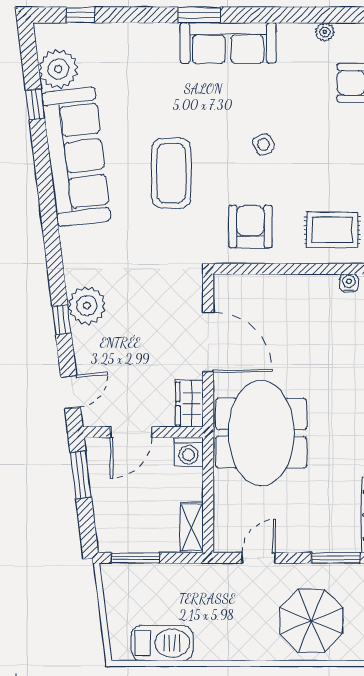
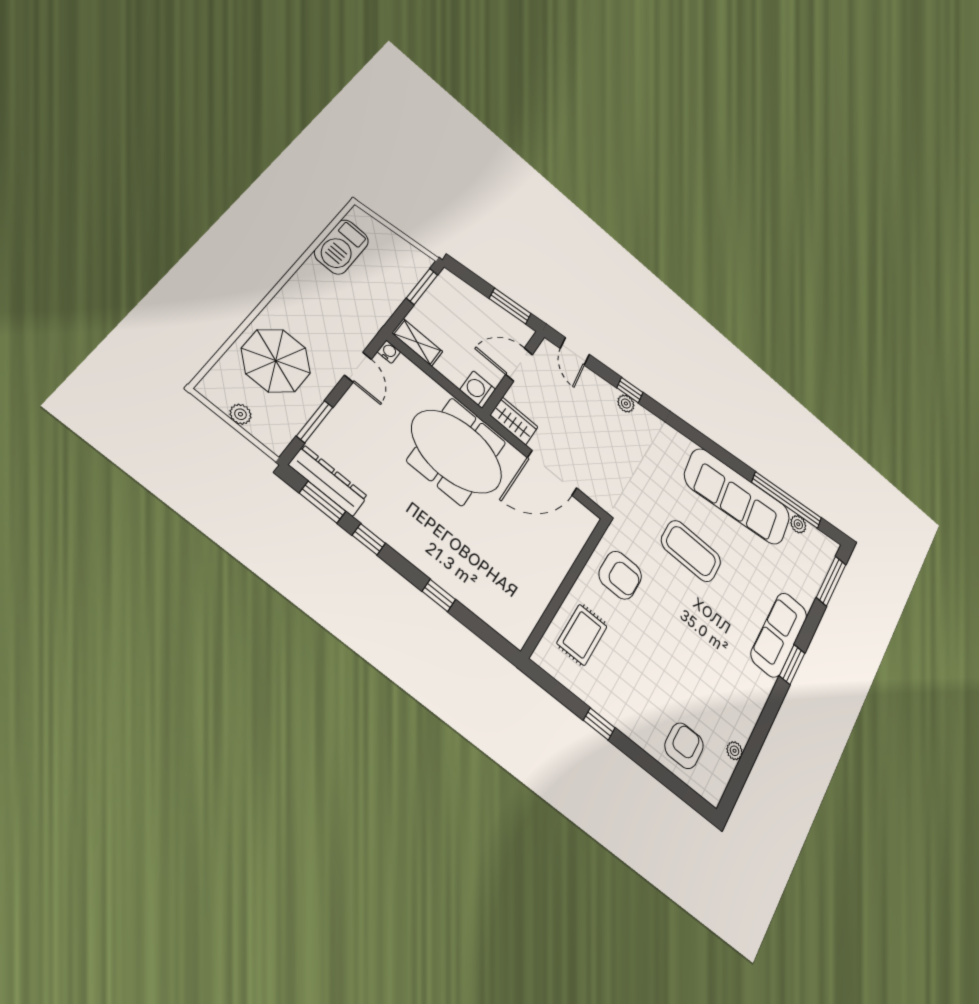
window: (81, 15) -> (831, 581), width x2.17
sofa: (228, 43) -> (779, 635), moved
plant: (58, 69) -> (798, 524), width x0.53, depth x0.53
window: (35, 104) -> (787, 500), width x3.17
side table: (264, 144) -> (676, 635), removed
water cooler: (349, 283) -> (389, 352), moved, turned -90
plant: (87, 306) -> (626, 404), width x0.53, depth x0.53
door: (131, 432) -> (519, 365), hinge flipped

